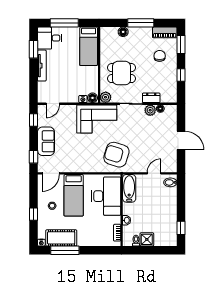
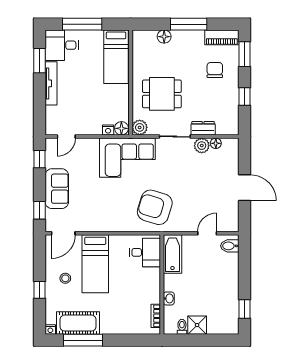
desk: (106, 196) -> (145, 252), width x0.53, depth x0.77

